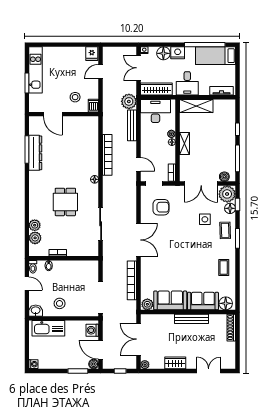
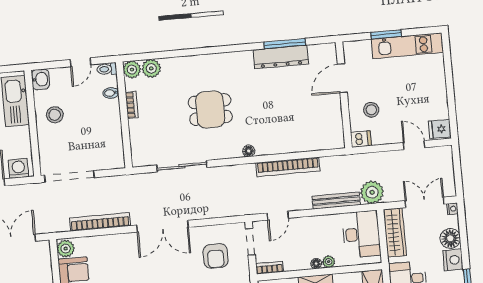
plant: (35, 225) -> (132, 70), moved

